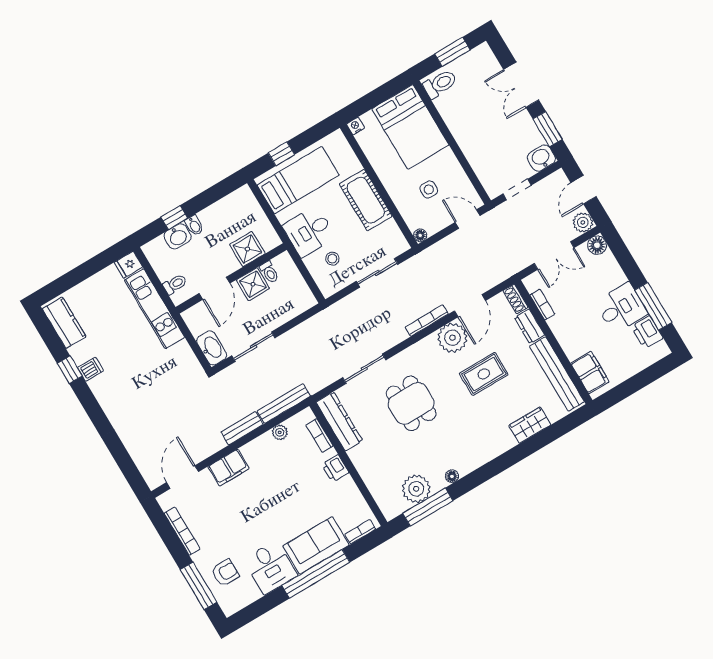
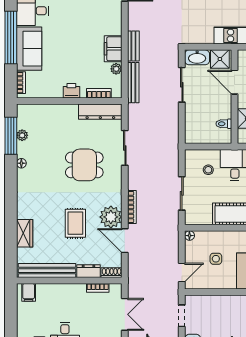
double door: (554, 256) -> (125, 314), swing flipped
shower: (253, 284) -> (220, 59), moved
filing cabinet: (590, 372) -> (29, 292), width x0.50
filing cabinet: (228, 468) -> (113, 49), moved
plant: (416, 489) -> (22, 135), width x0.53, depth x0.53

